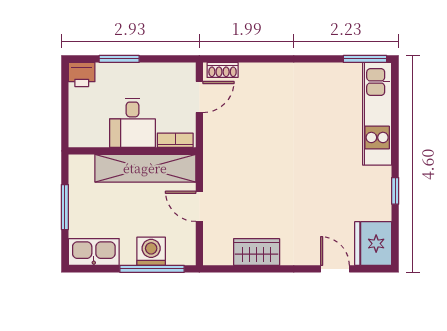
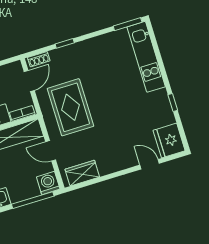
window: (267, 59) -> (65, 43), added
rug: (247, 153) -> (70, 107), added
washing machine: (151, 251) -> (48, 183), moved
wardrobe: (257, 252) -> (82, 173), moved

